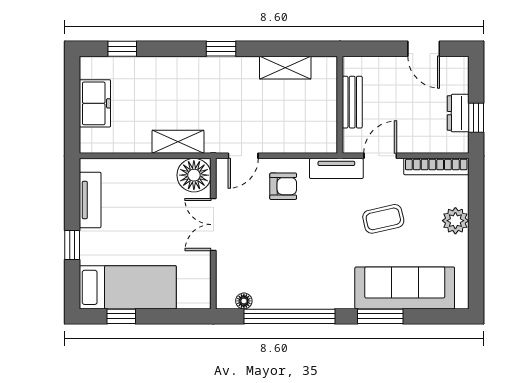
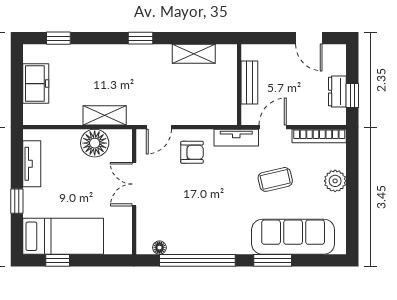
floor lamp: (194, 175) -> (95, 143), moved

